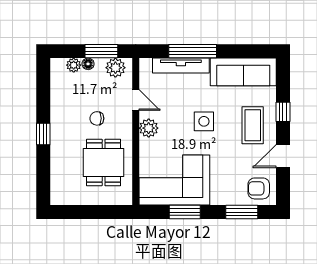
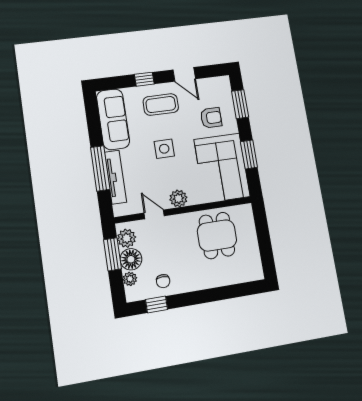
floor lamp: (88, 64) -> (131, 259), width x1.89, depth x1.89
door: (136, 100) -> (154, 214), hinge flipped
chair: (97, 118) -> (163, 281), moved
window: (43, 134) -> (156, 304), moved
dining table: (104, 162) -> (217, 235), turned 90
armchair: (259, 188) -> (211, 118), moved, turned -90

